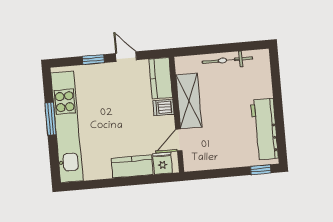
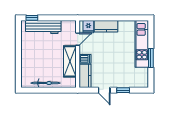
kitchen unit: (67, 127) -> (142, 44), width x0.73
workbench: (264, 129) -> (43, 27), moved, turned 90

